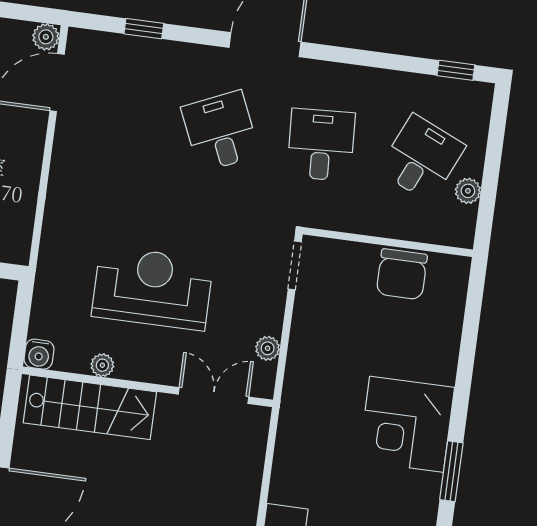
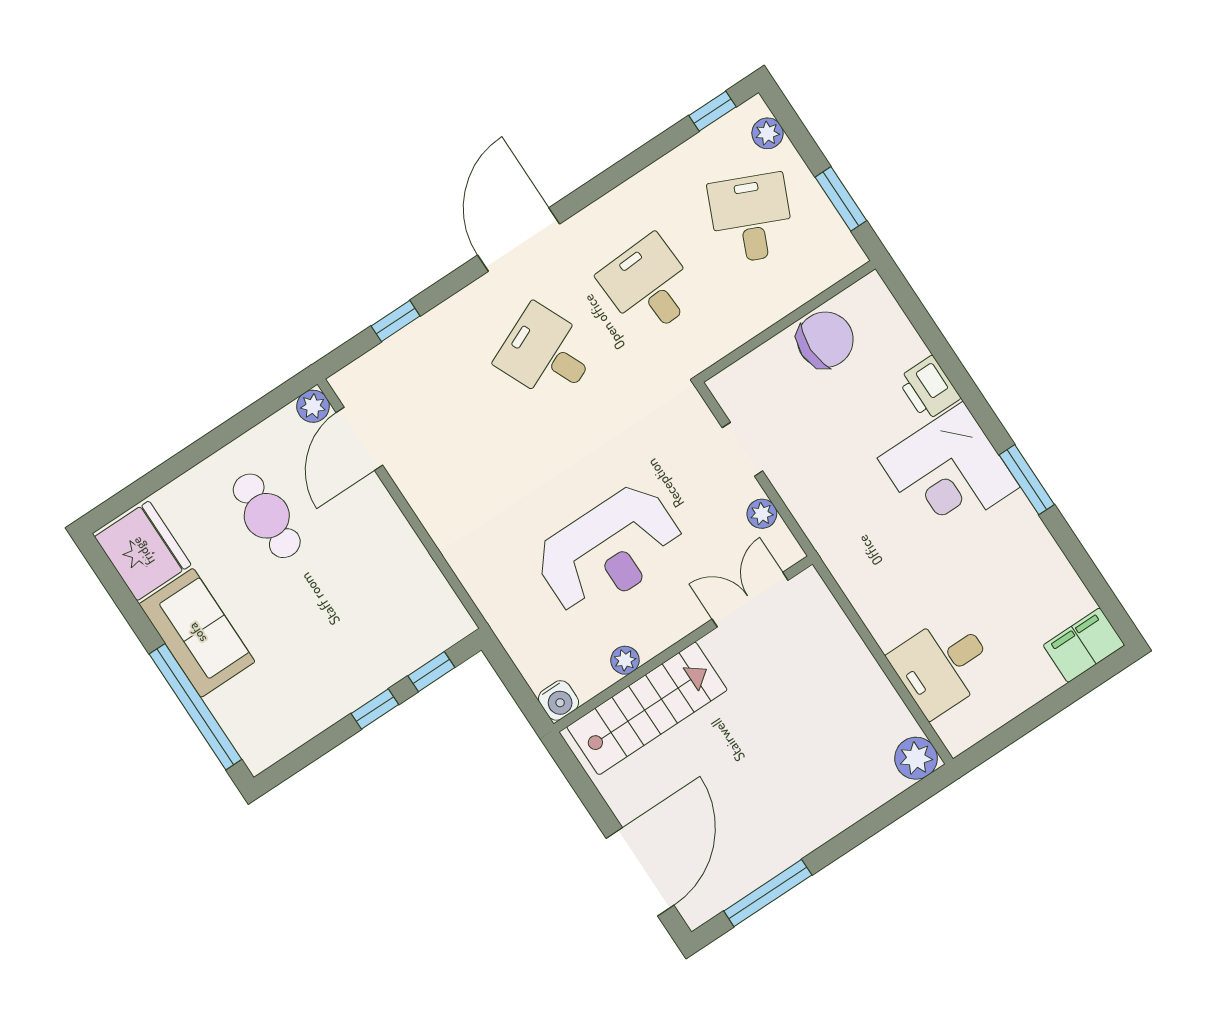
plant: (468, 191) -> (767, 133), moved
window: (488, 195) -> (841, 199), added
doorway: (295, 265) -> (742, 449), moved
chair: (402, 274) -> (825, 340), turned -90
reception desk: (153, 288) -> (609, 550), turned 180
printer: (440, 361) -> (929, 388), added

